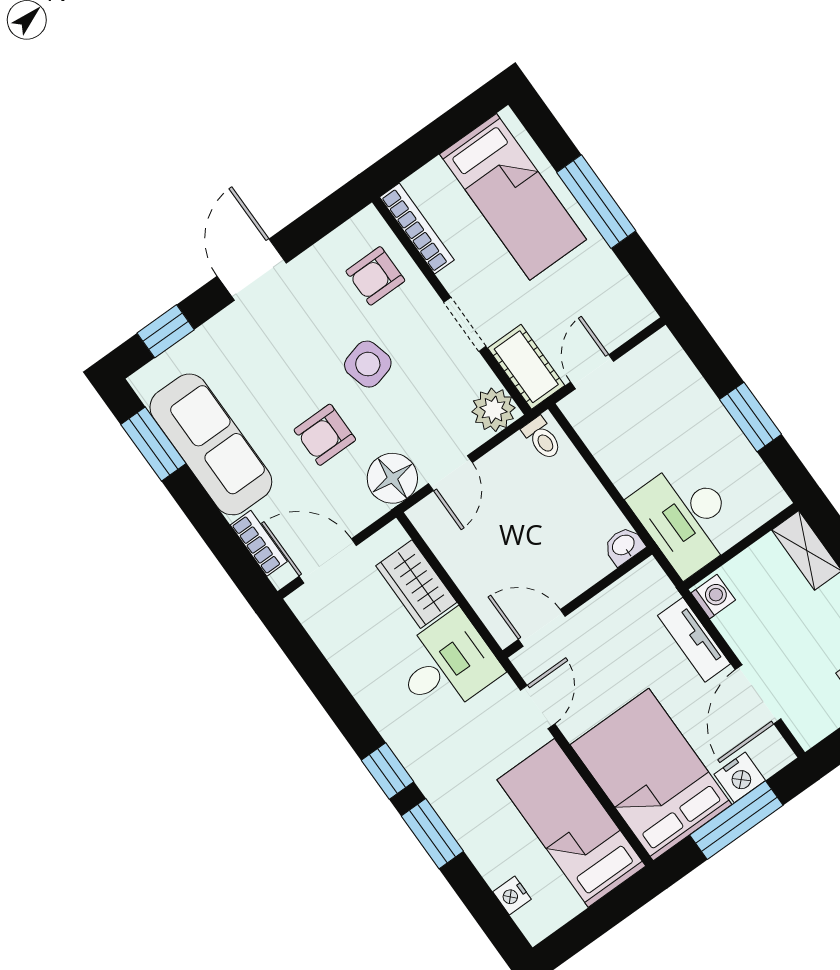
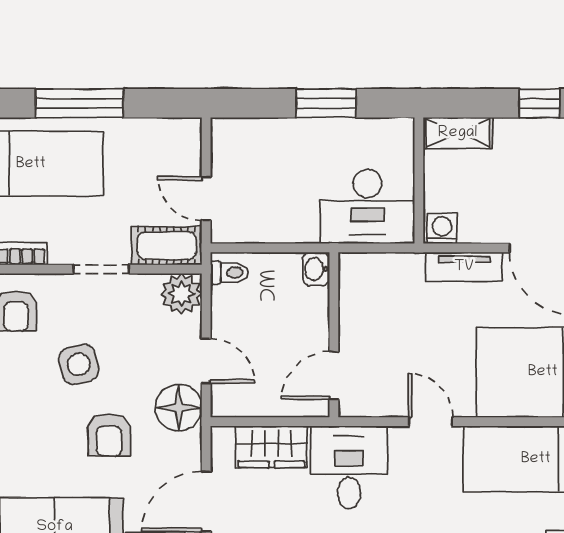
washbasin: (624, 546) -> (316, 269), moved
wall: (577, 602) -> (334, 335), moved
door: (542, 628) -> (334, 376), moved

